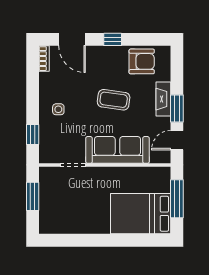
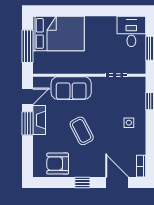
fireplace: (163, 99) -> (39, 120), moved
coffee table: (114, 100) -> (82, 131), turned 55
sofa: (117, 150) -> (71, 88), width x0.73
desk: (55, 216) -> (131, 31), added

